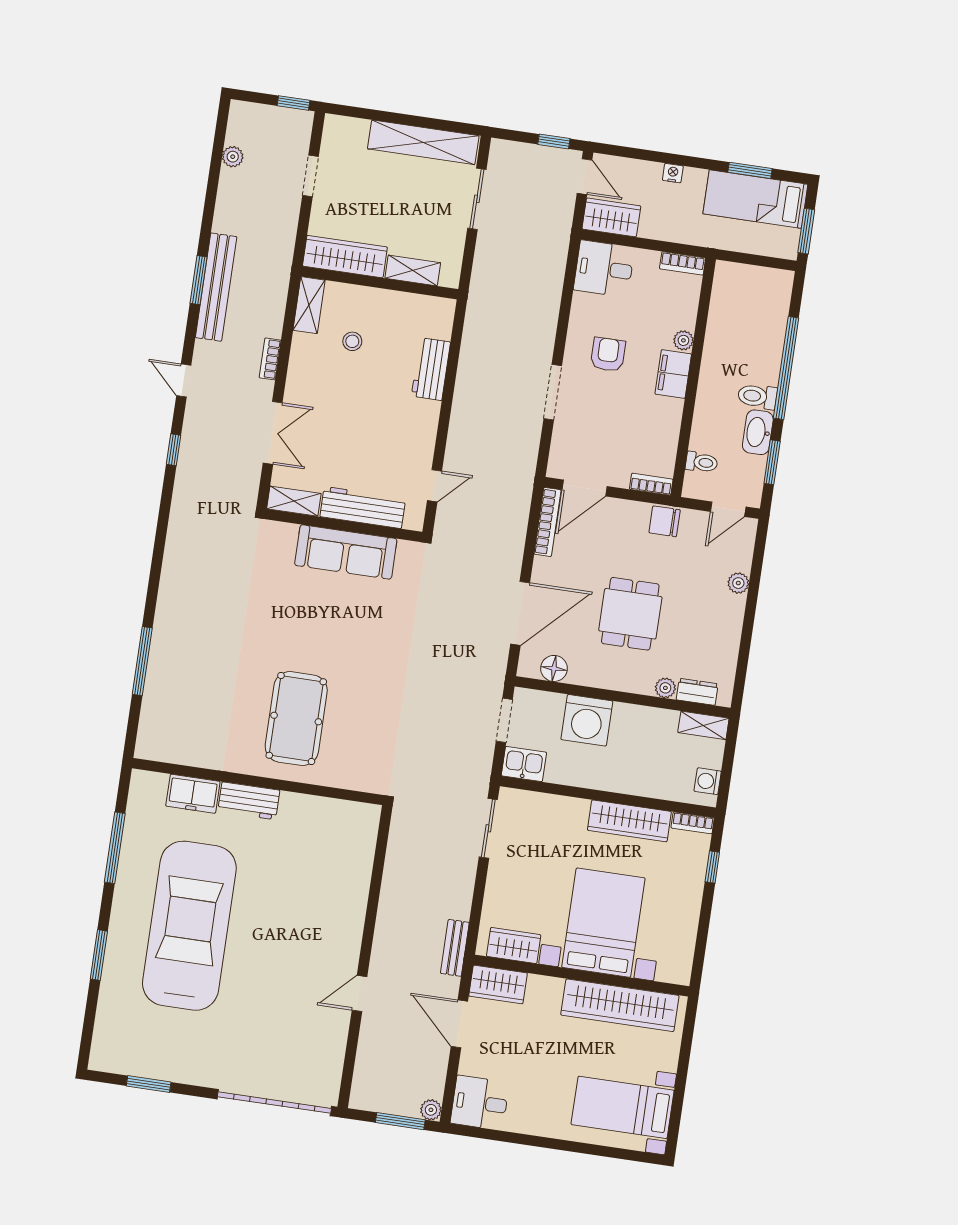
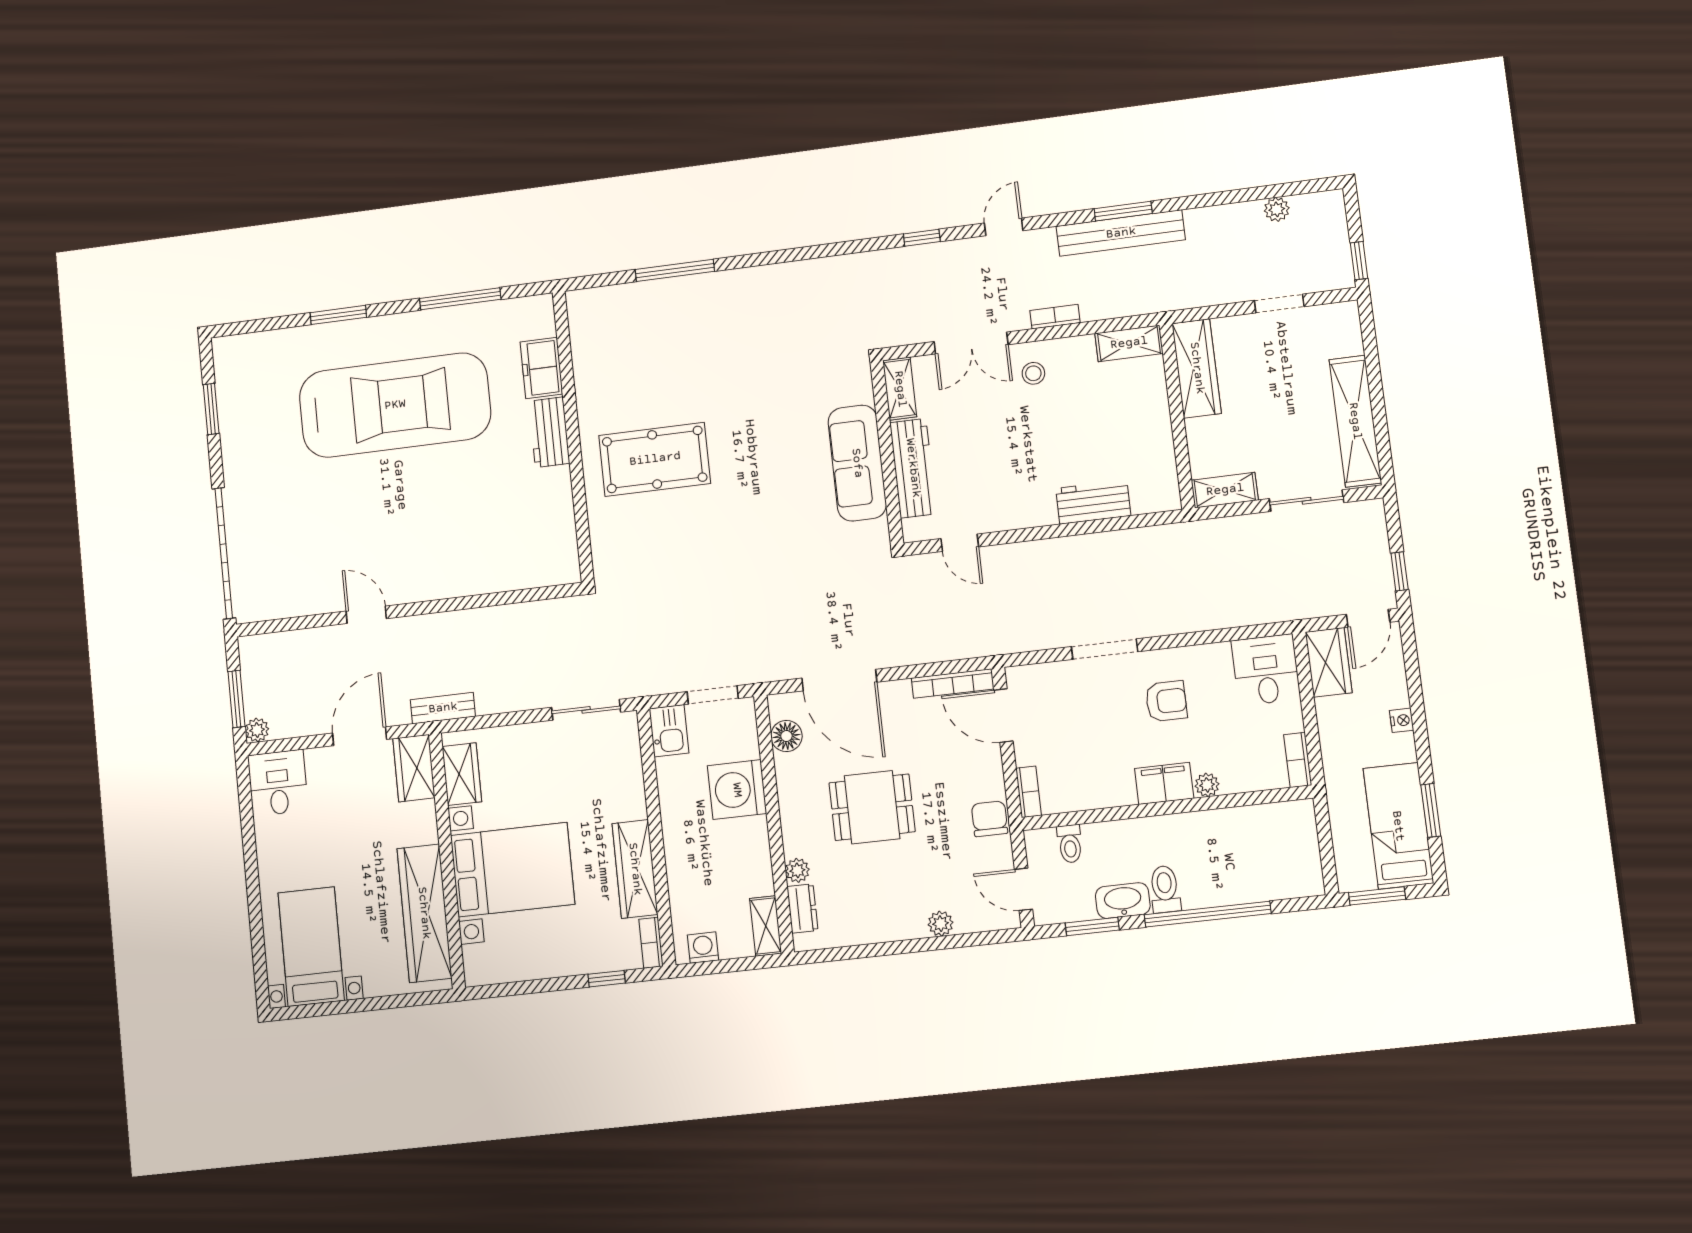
shelving: (413, 270) -> (1225, 490), moved, turned 90
stool: (352, 341) -> (1033, 373), moved

